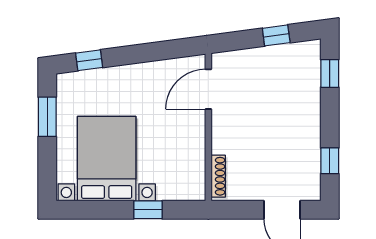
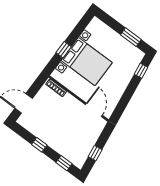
bed with nightstands: (107, 159) -> (87, 62), moved
window: (330, 161) -> (39, 145), moved

